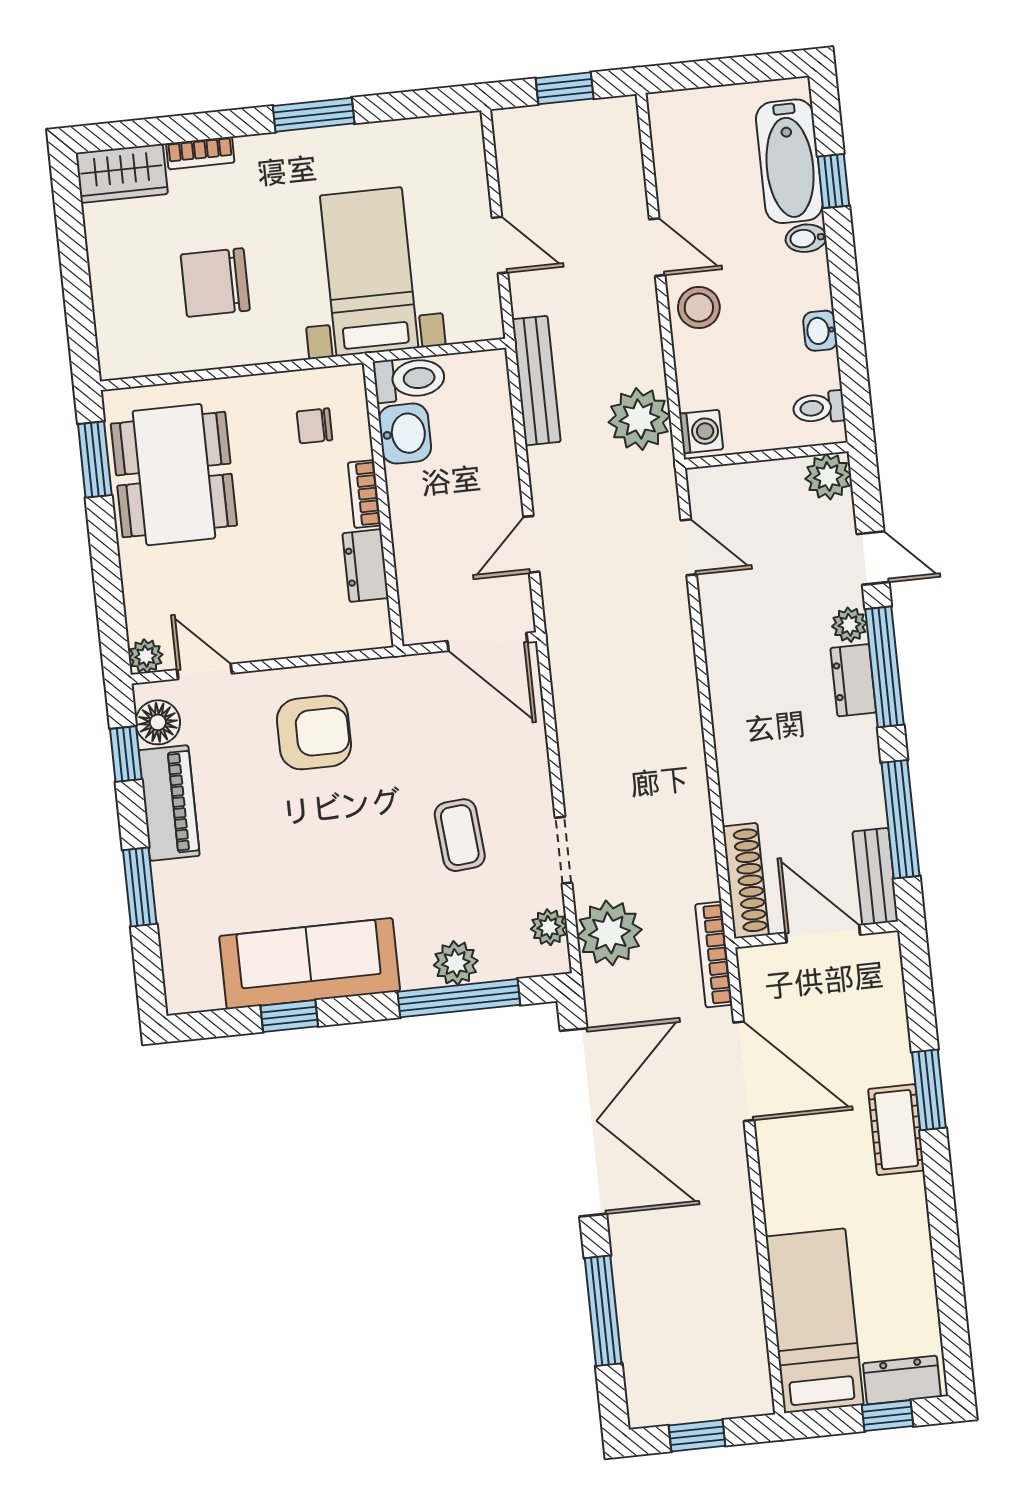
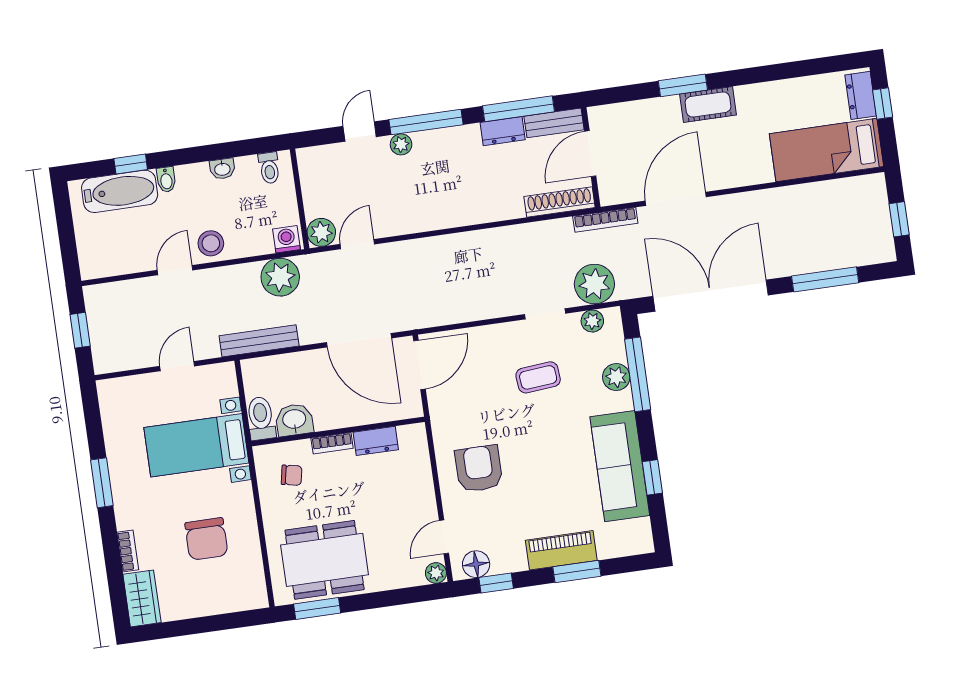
chair: (315, 426) -> (292, 475), turned -79
plant: (828, 477) -> (321, 232), moved
door: (531, 544) -> (359, 340), width x1.88
dresser: (853, 680) -> (503, 131), moved
piano: (169, 803) -> (561, 550), moved

